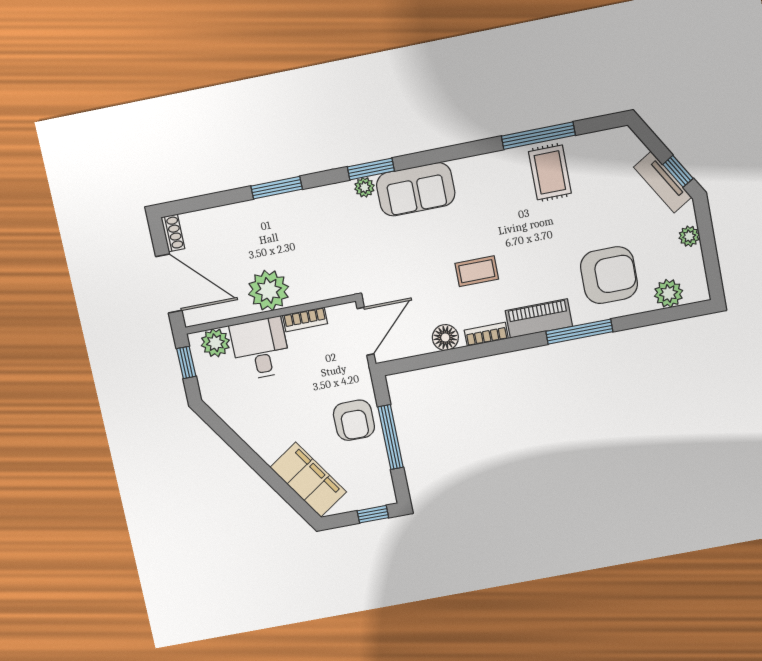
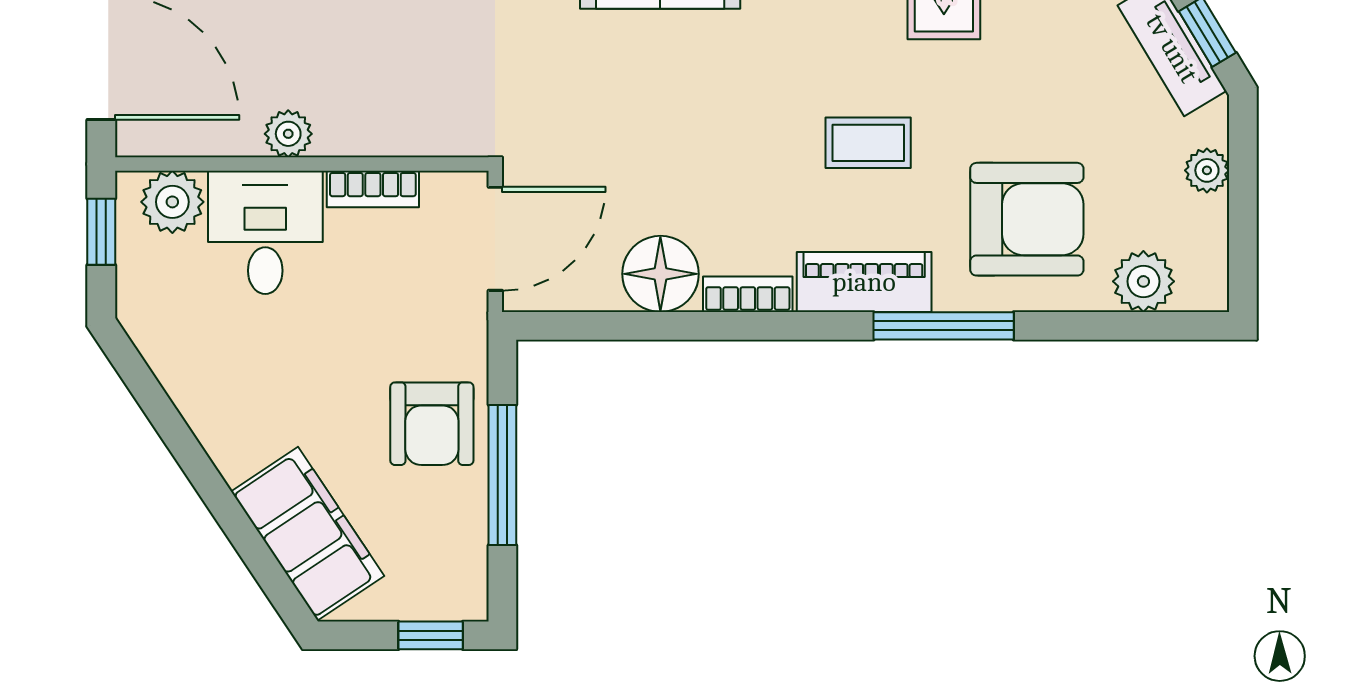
coffee table: (477, 271) -> (868, 143), moved
plant: (269, 290) -> (288, 134), width x0.53, depth x0.53
floor lamp: (445, 337) -> (660, 274), width x1.38, depth x1.38

